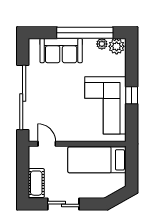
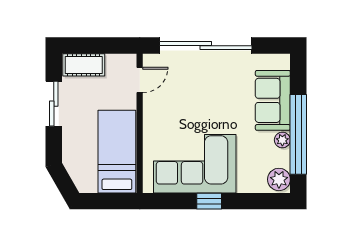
plant: (102, 44) -> (282, 140), moved

